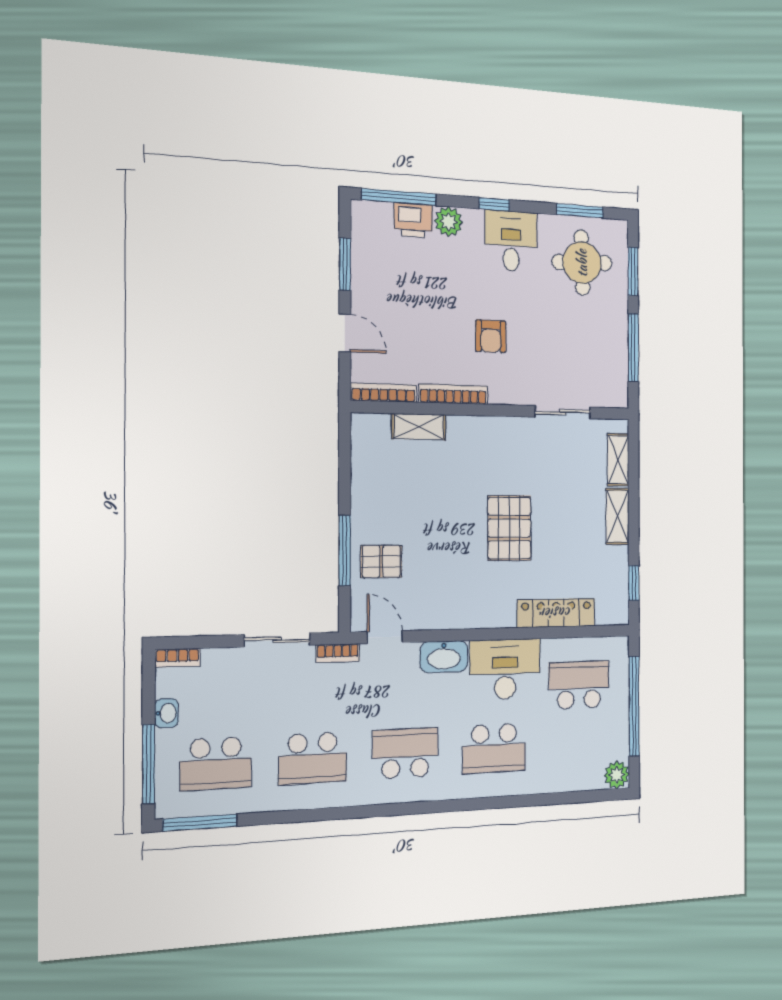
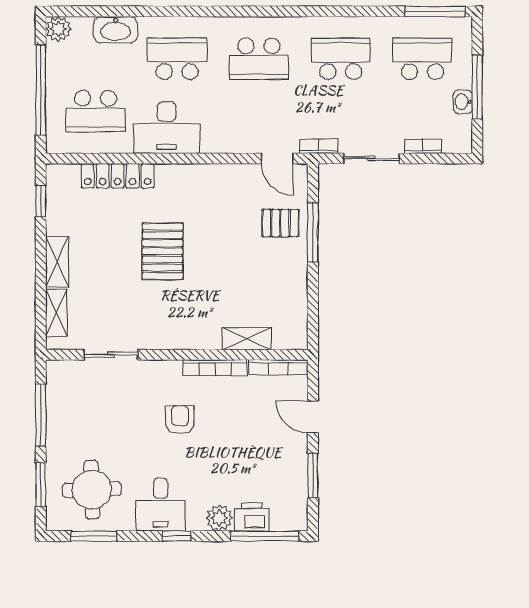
washbasin: (444, 657) -> (116, 30), moved, turned 180
bookcase: (178, 658) -> (423, 146), moved
window: (148, 764) -> (477, 87), moved

